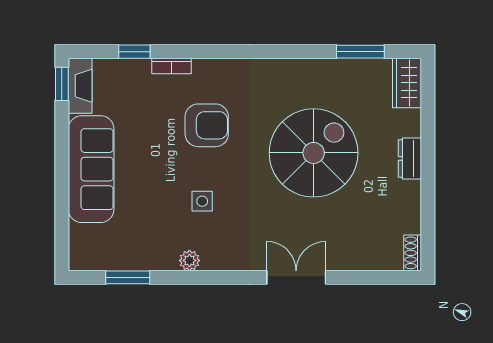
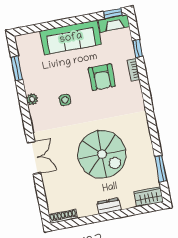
armchair: (207, 125) -> (102, 77), moved
shoe rack: (413, 253) -> (63, 216), width x1.43

